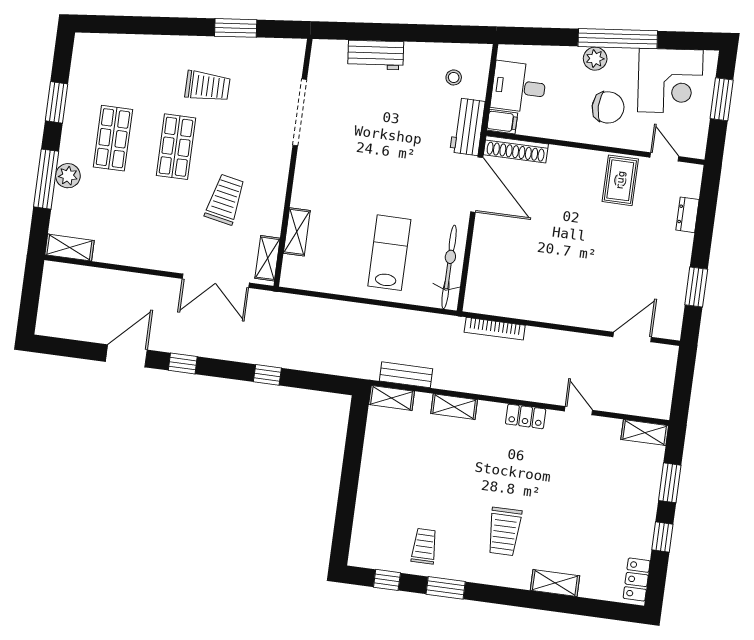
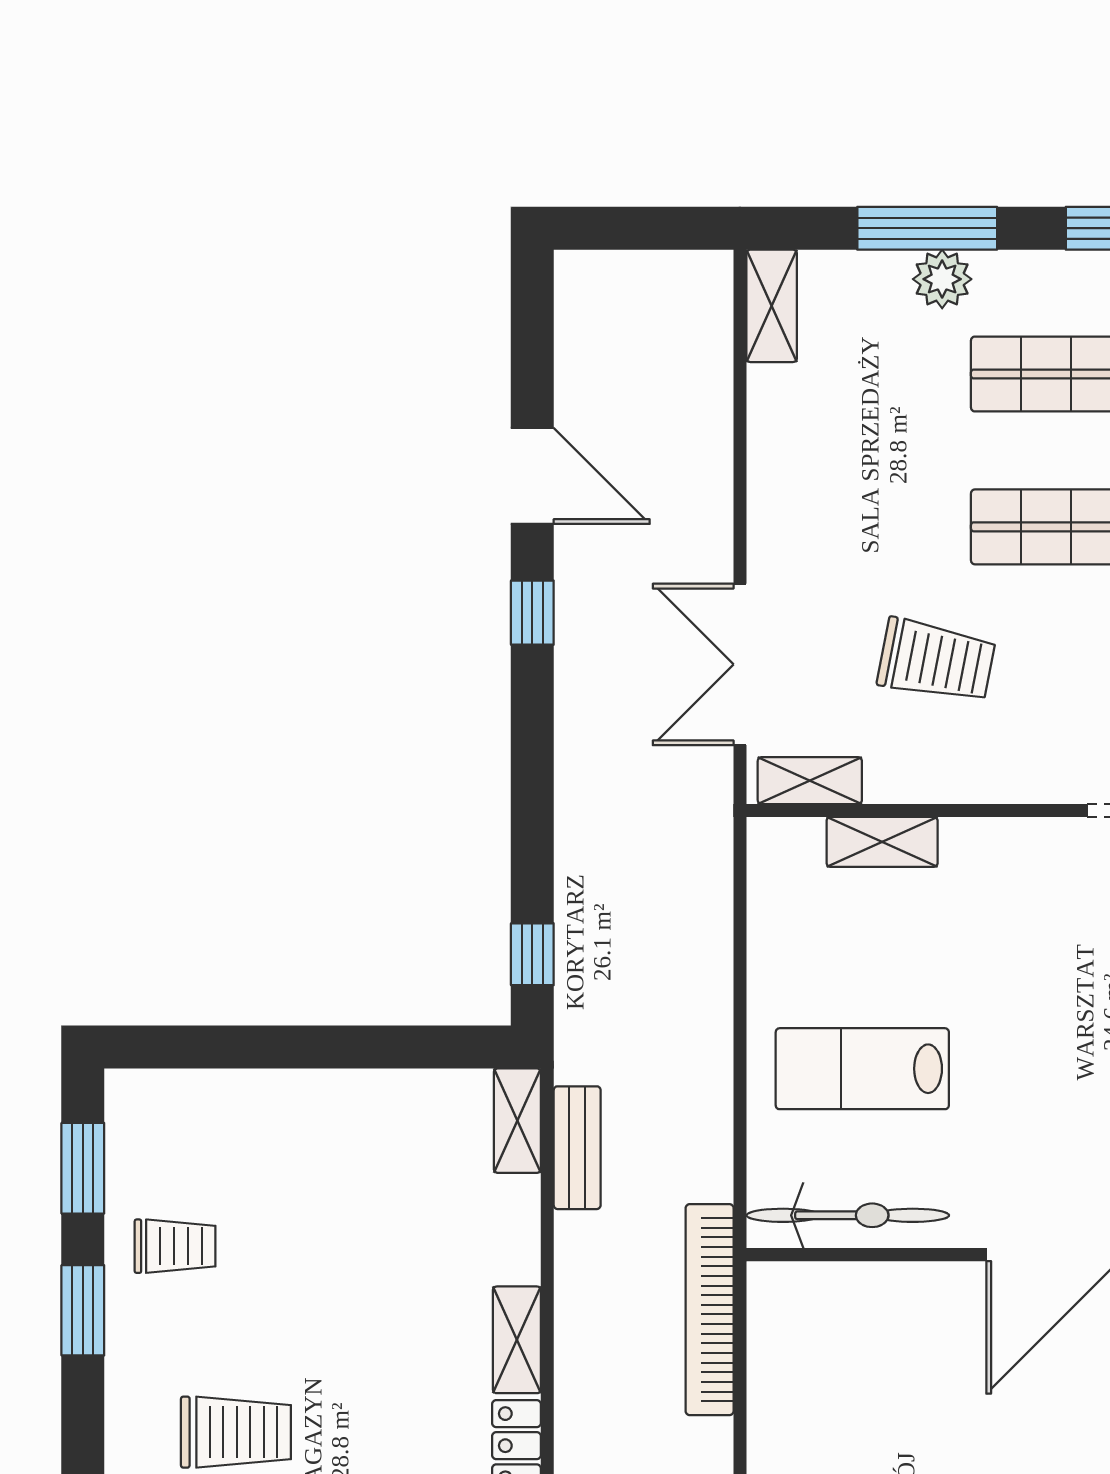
lab bench: (389, 253) -> (862, 1069), turned 180
bookcase: (495, 329) -> (710, 1310), width x1.48, depth x1.31
window: (267, 375) -> (532, 954), moved
shelving: (454, 407) -> (517, 1340), moved
trolley: (504, 531) -> (236, 1432), turned 180
window: (387, 580) -> (83, 1168), width x1.50

